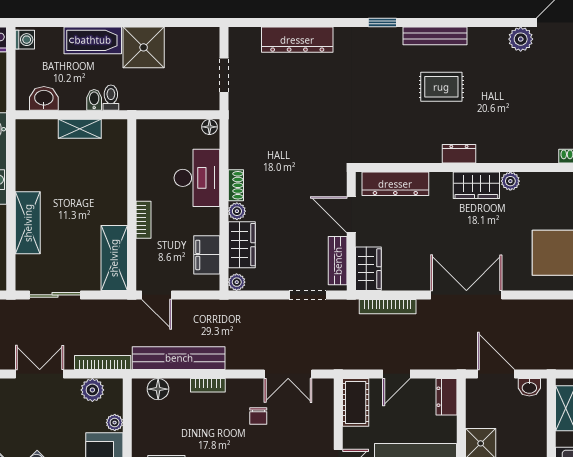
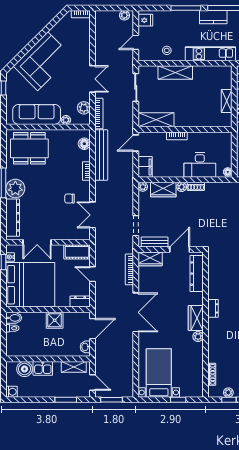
filing cabinet: (207, 255) -> (145, 167), moved, turned 90

